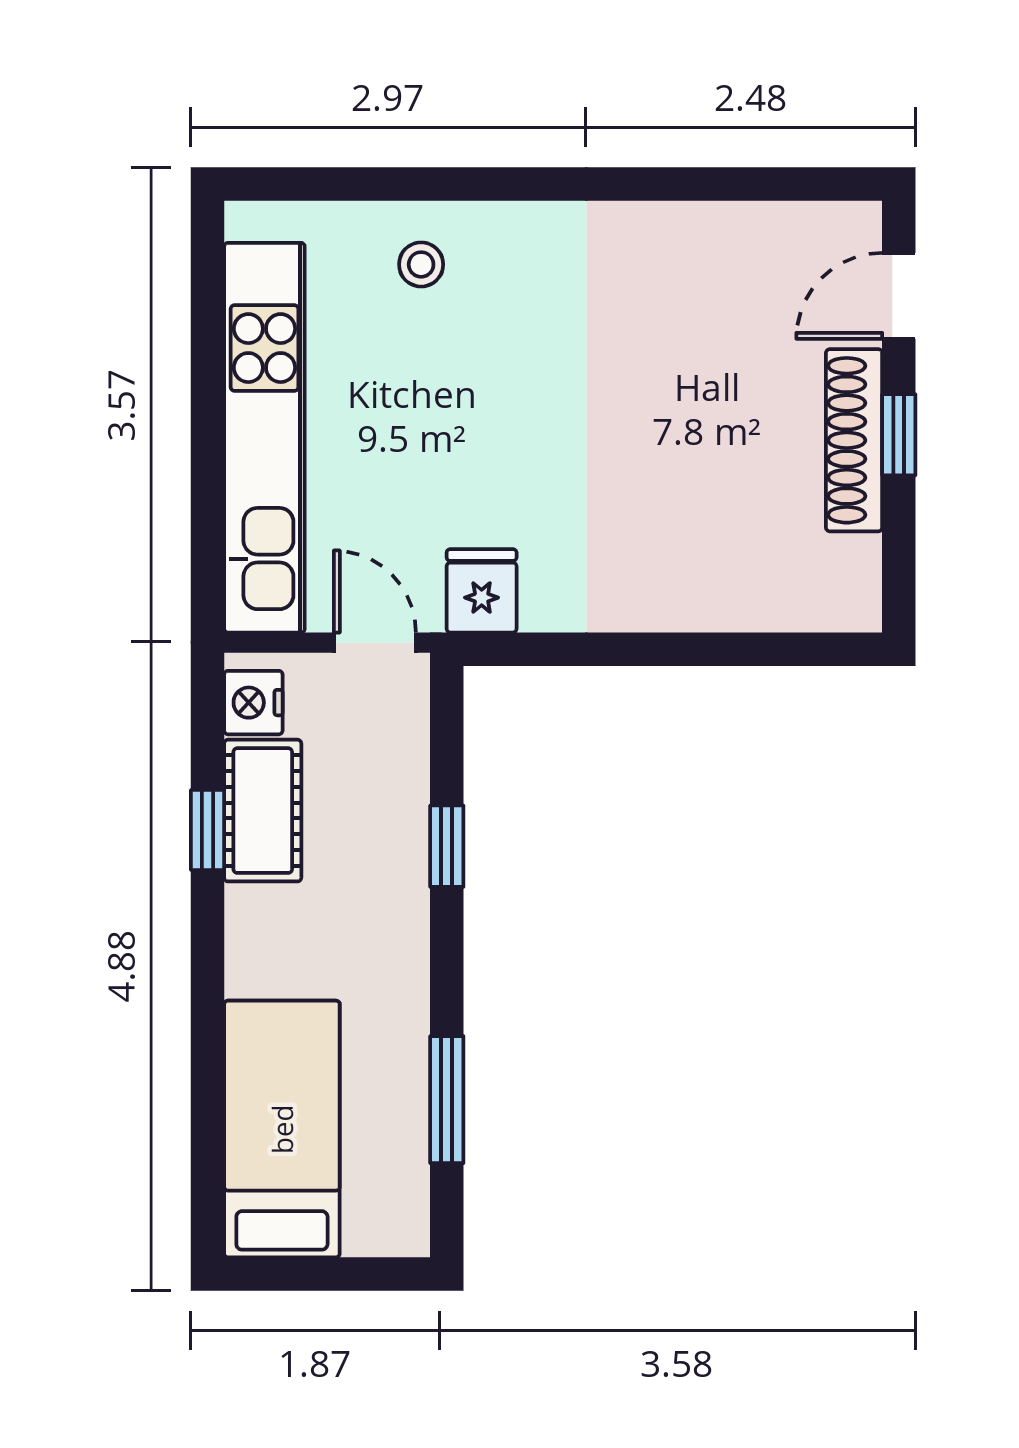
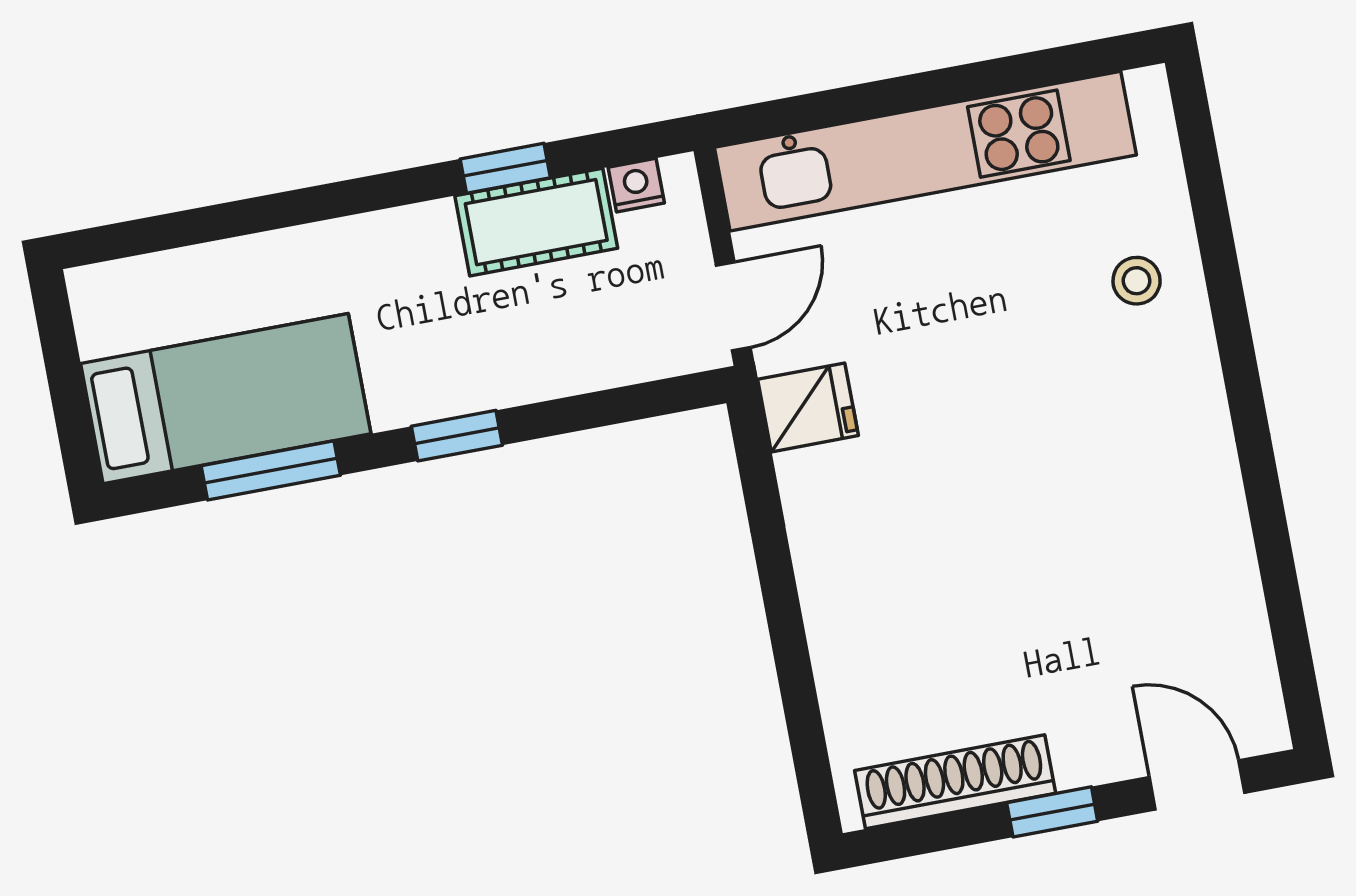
shoe rack: (854, 440) -> (955, 782), moved
nightstand: (253, 703) -> (636, 185), width x0.72, depth x0.74
window: (447, 846) -> (457, 436), moved
bed: (282, 1129) -> (226, 399), moved

